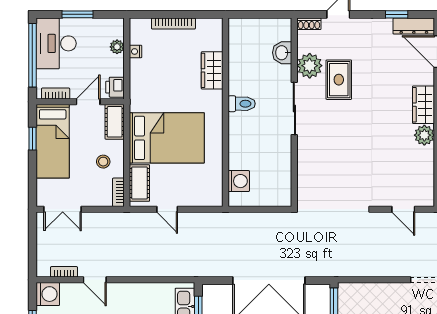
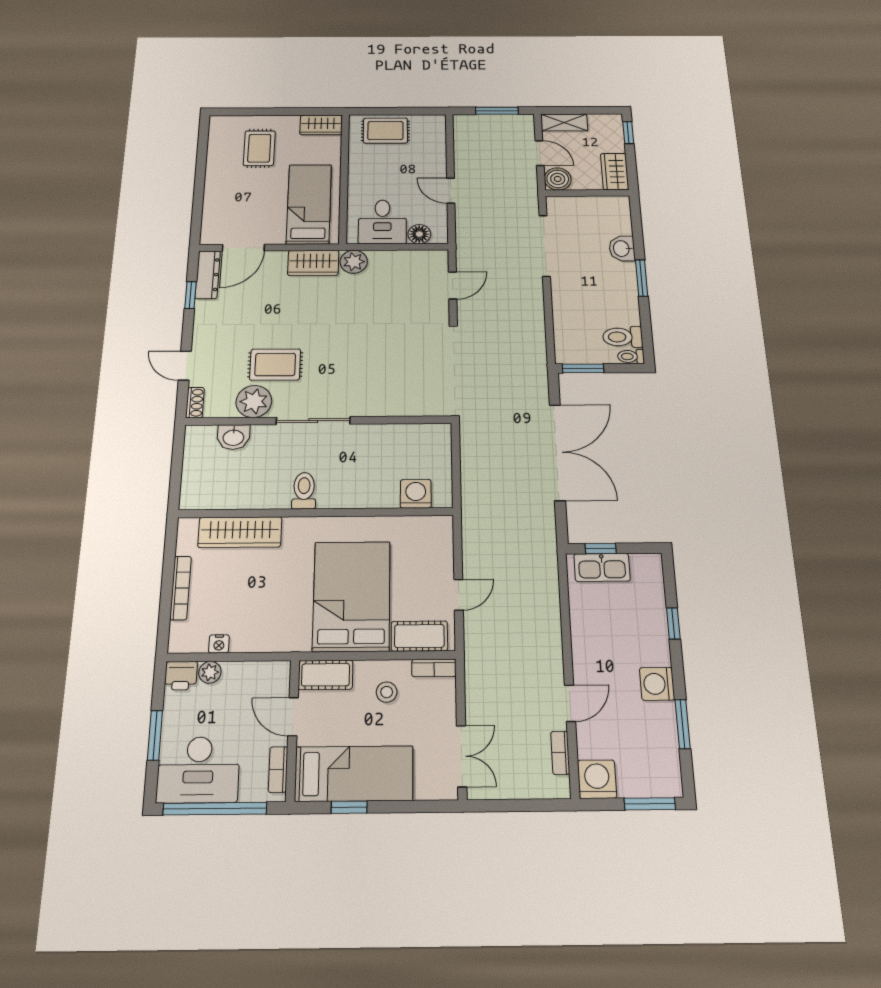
wardrobe: (212, 70) -> (240, 532), width x1.50
printer: (115, 87) -> (181, 676), moved

